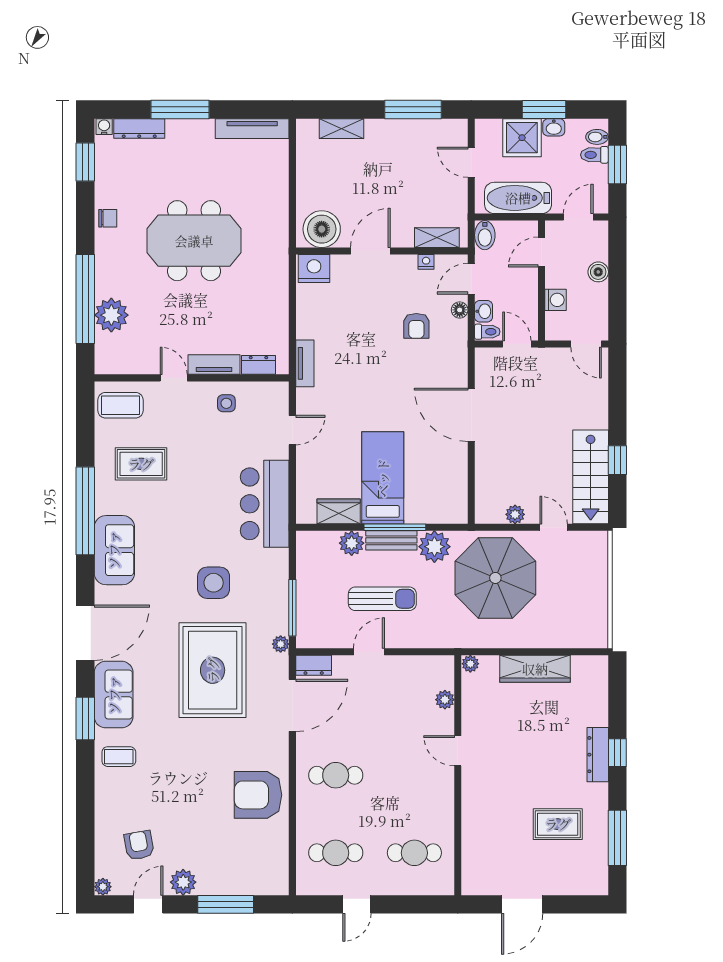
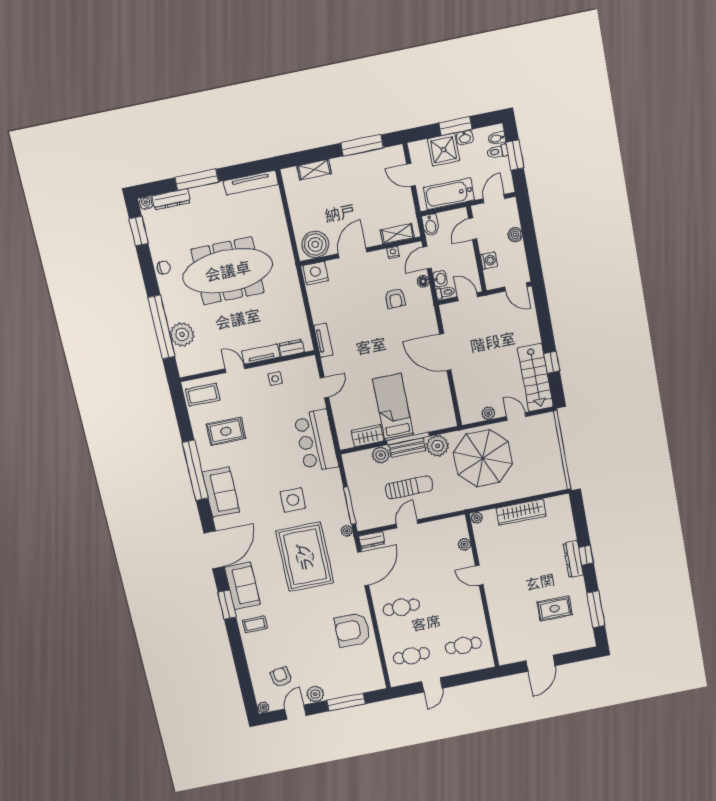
meeting table: (194, 241) -> (228, 271), width x1.36

